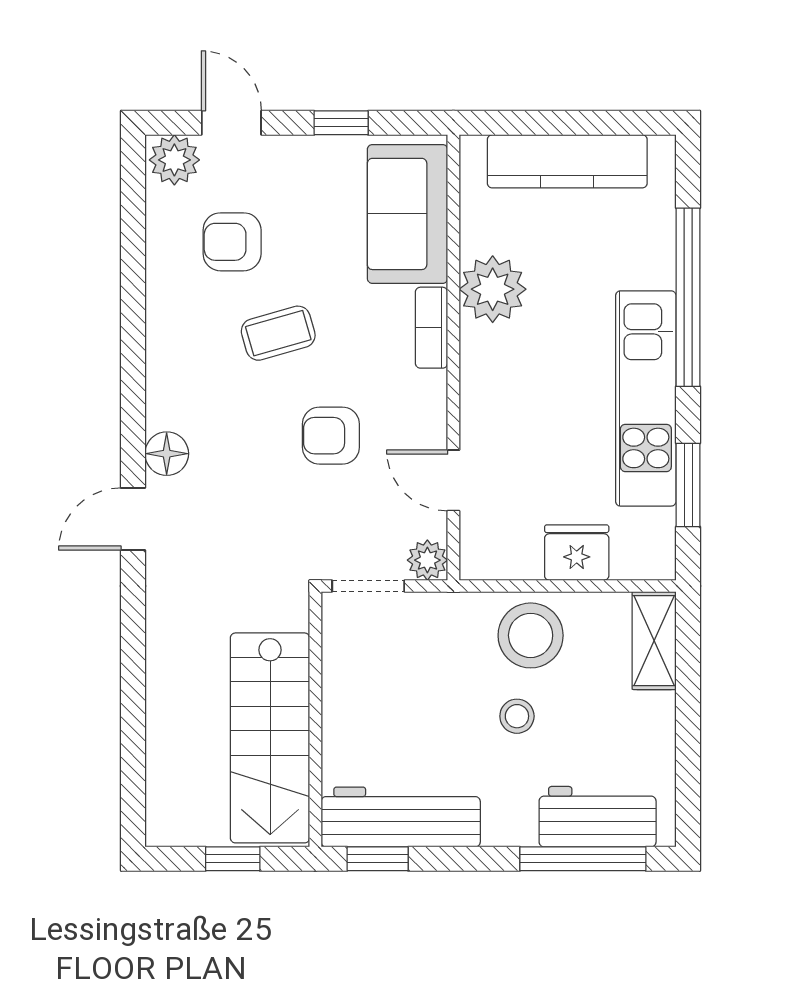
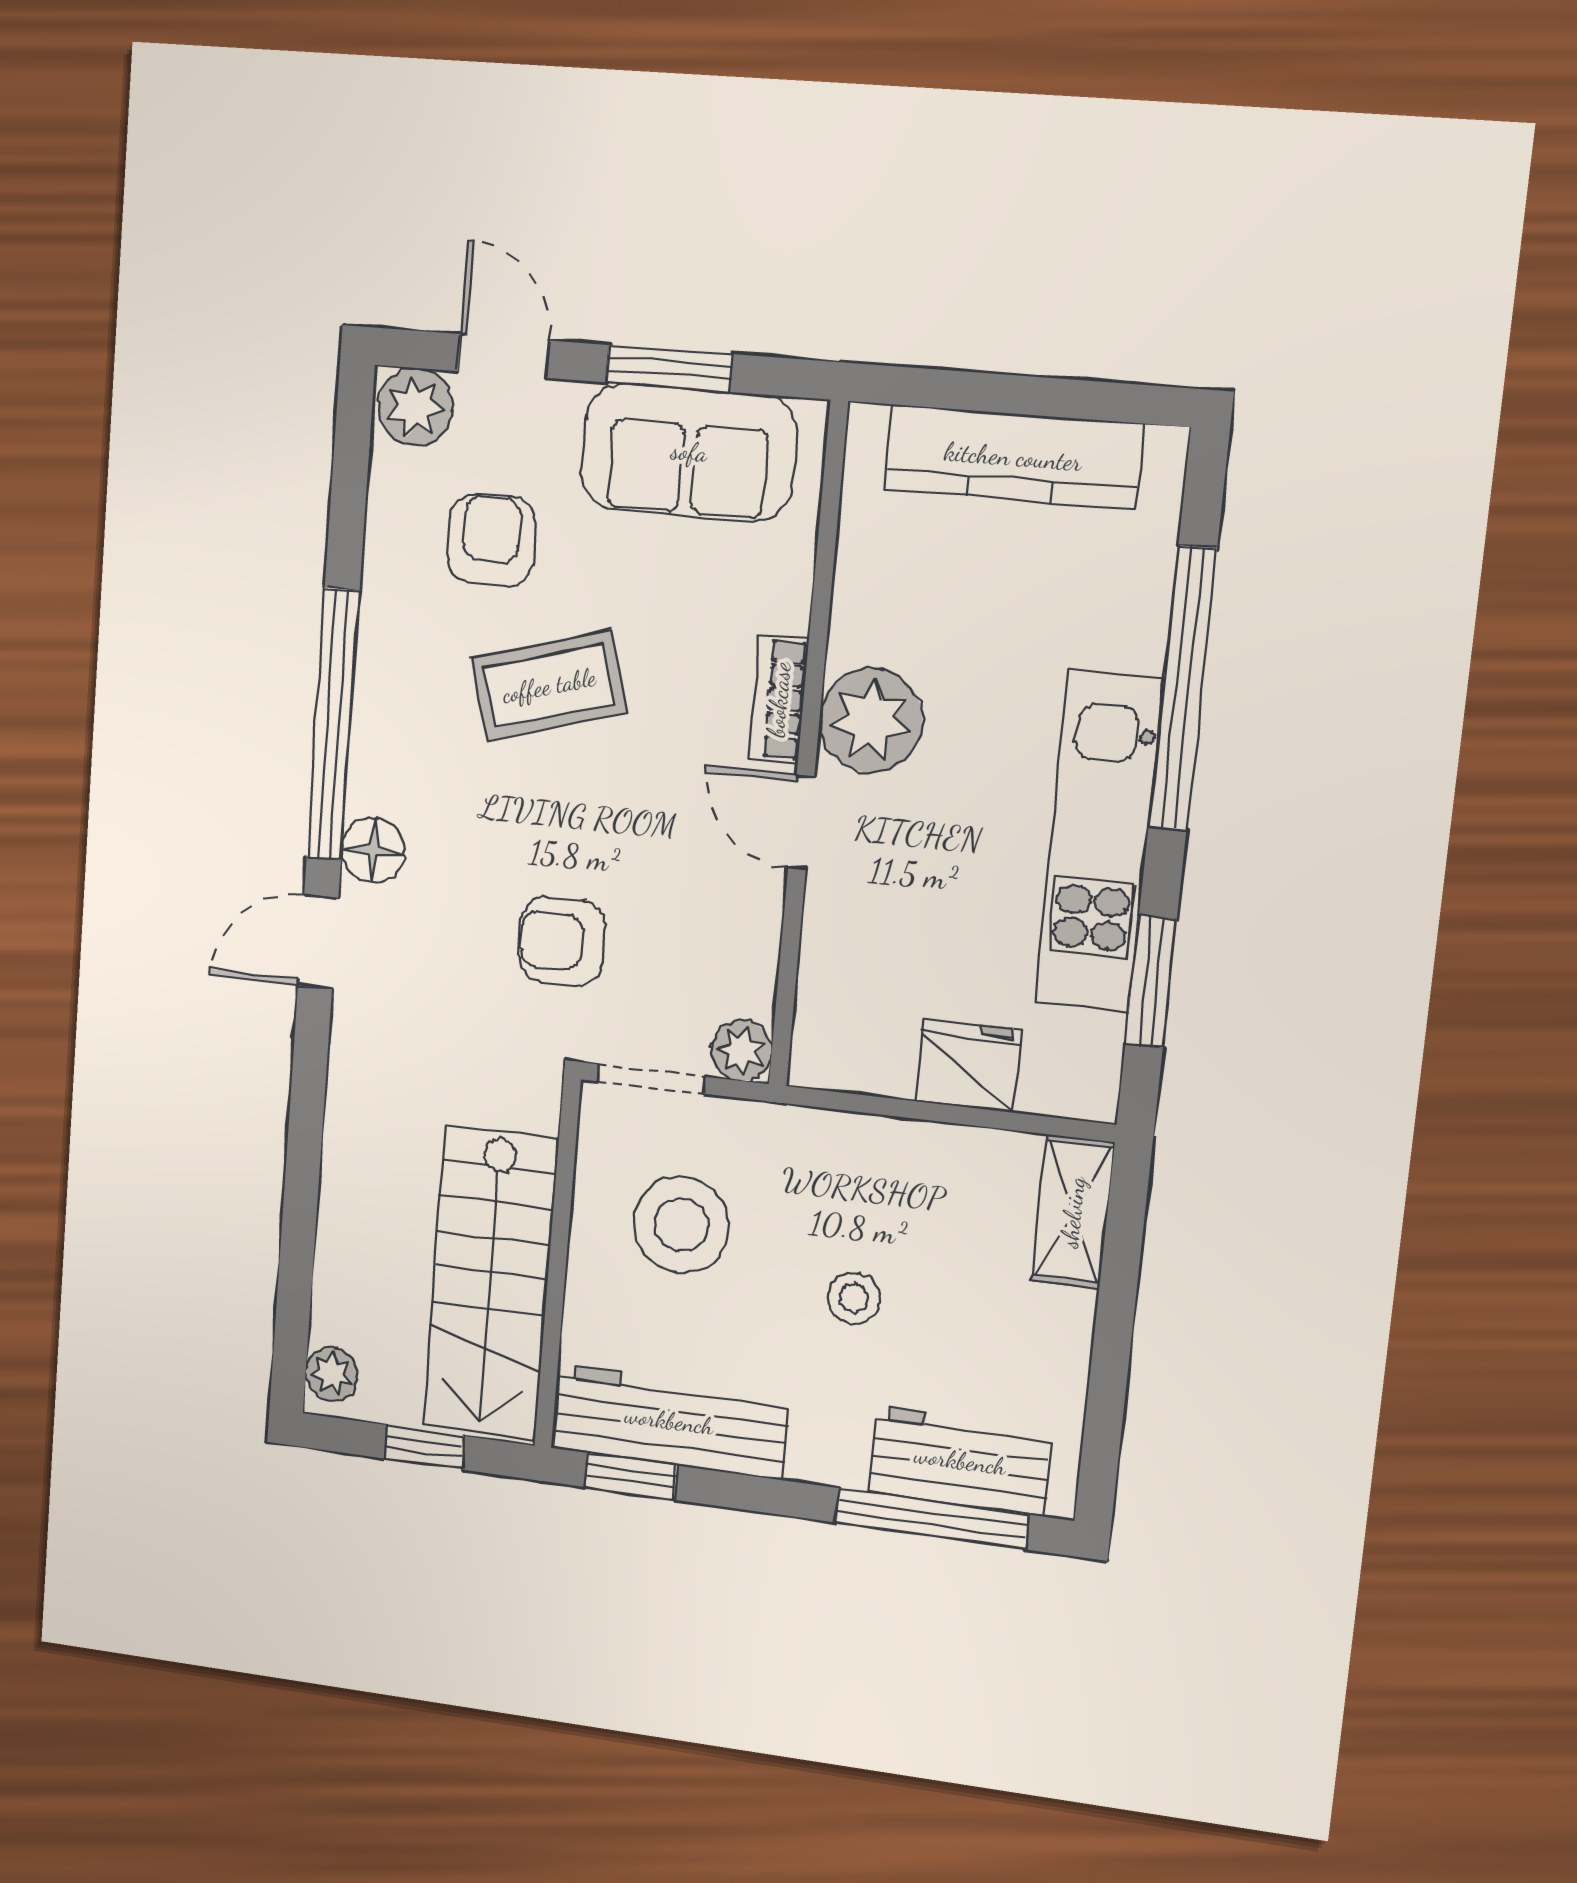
window: (341, 123) -> (669, 368), width x1.50
sofa: (408, 214) -> (689, 452), moved, turned -90
armchair: (232, 242) -> (491, 540), turned 90
plant: (493, 289) -> (871, 721), moved
coffee table: (278, 333) -> (549, 686), width x1.36, depth x1.30
window: (133, 372) -> (333, 724), added
armchair: (331, 436) -> (562, 941), moved
door: (453, 480) -> (801, 822), moved
stool: (531, 635) -> (681, 1225), moved
plant: (164, 816) -> (332, 1374), added

